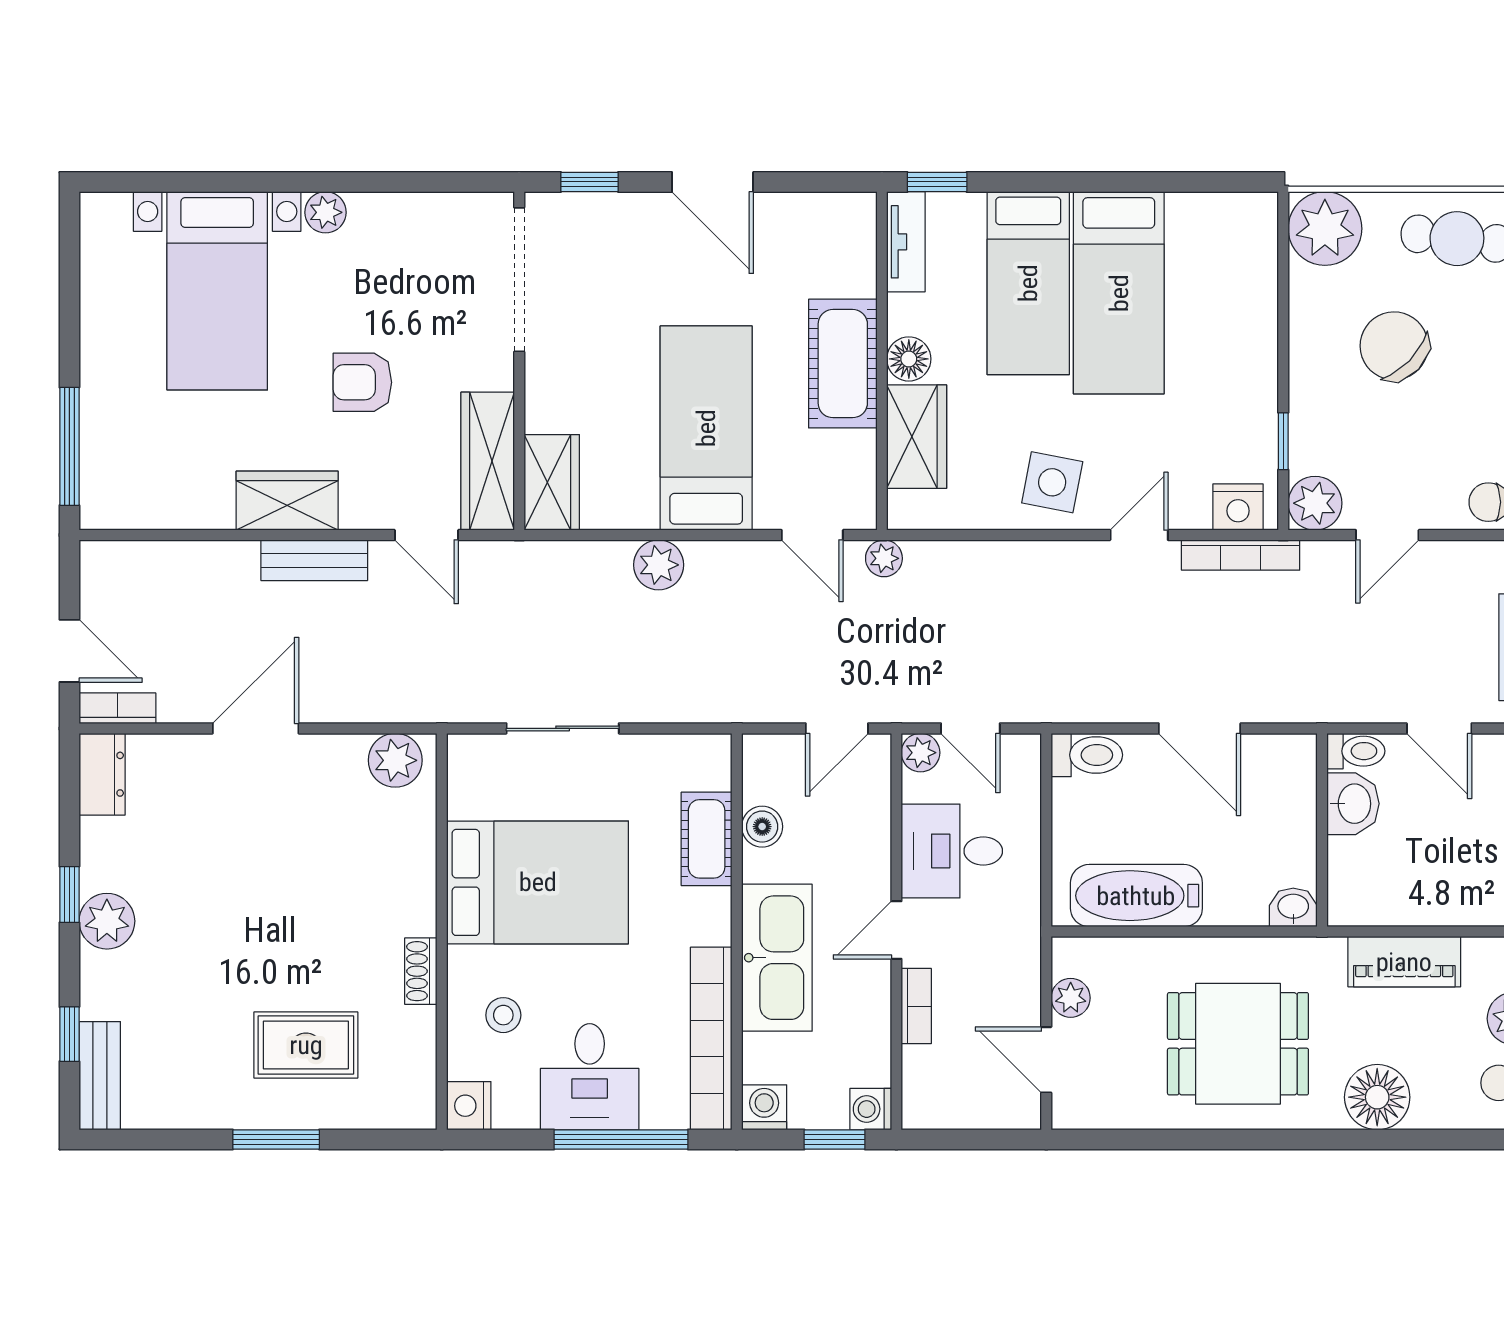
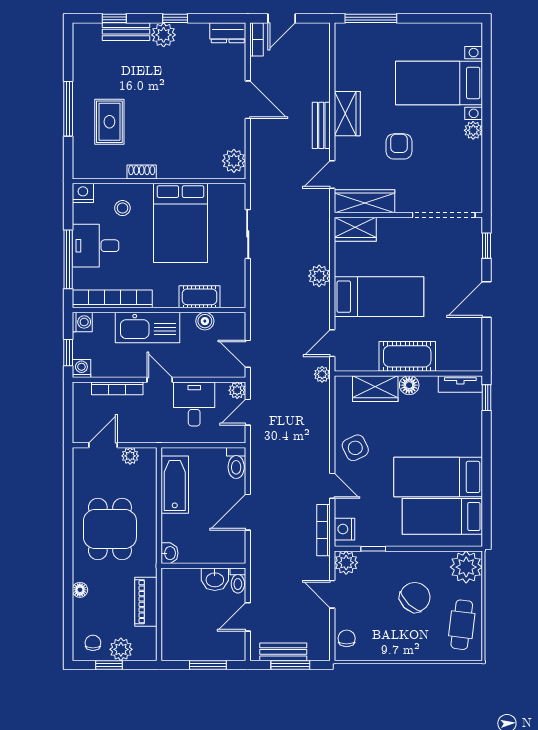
bed: (1028, 283) -> (442, 516), moved
side table: (1052, 482) -> (355, 448), turned -37
bookcase: (916, 1006) -> (117, 388), width x1.56
bench: (100, 1076) -> (126, 32), moved
floor lamp: (1377, 1097) -> (80, 590), width x0.53, depth x0.53
window: (276, 1140) -> (68, 109), width x1.44

